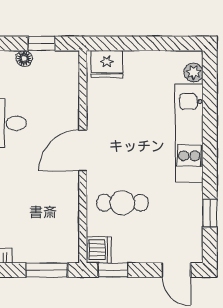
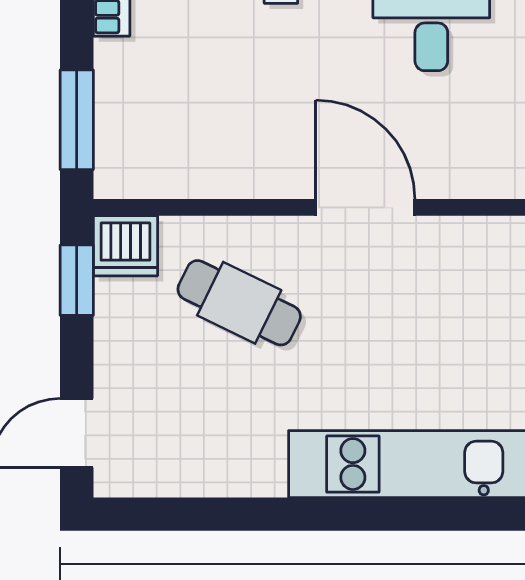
cafe table: (122, 203) -> (239, 303), turned -64
window: (210, 213) -> (214, 514), removed

